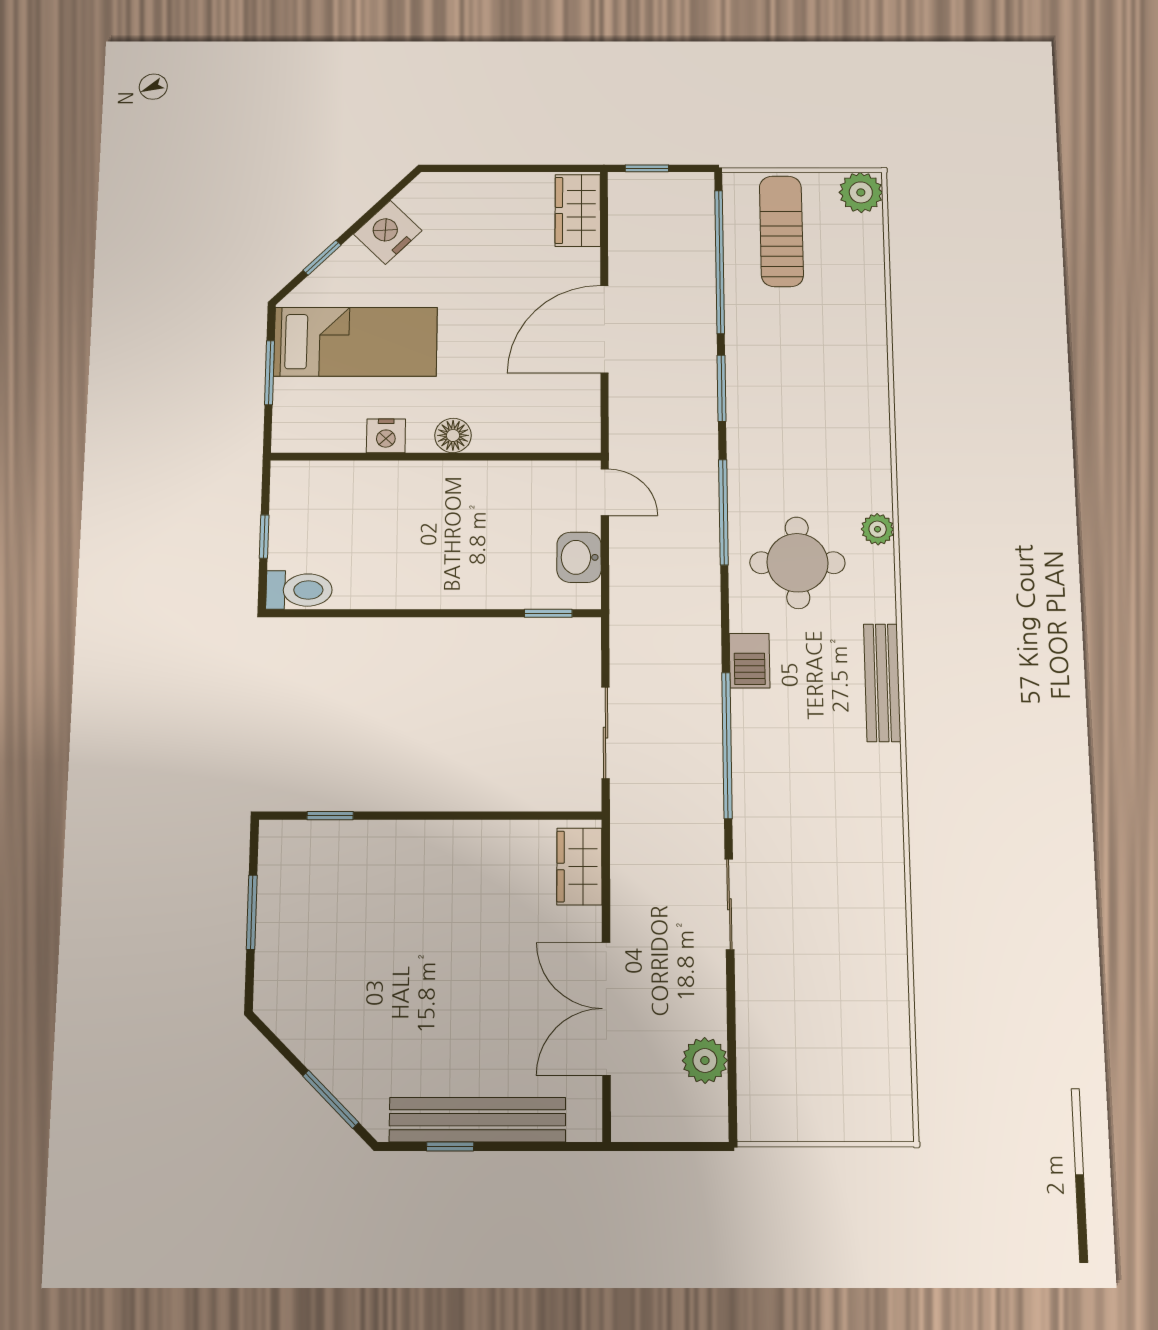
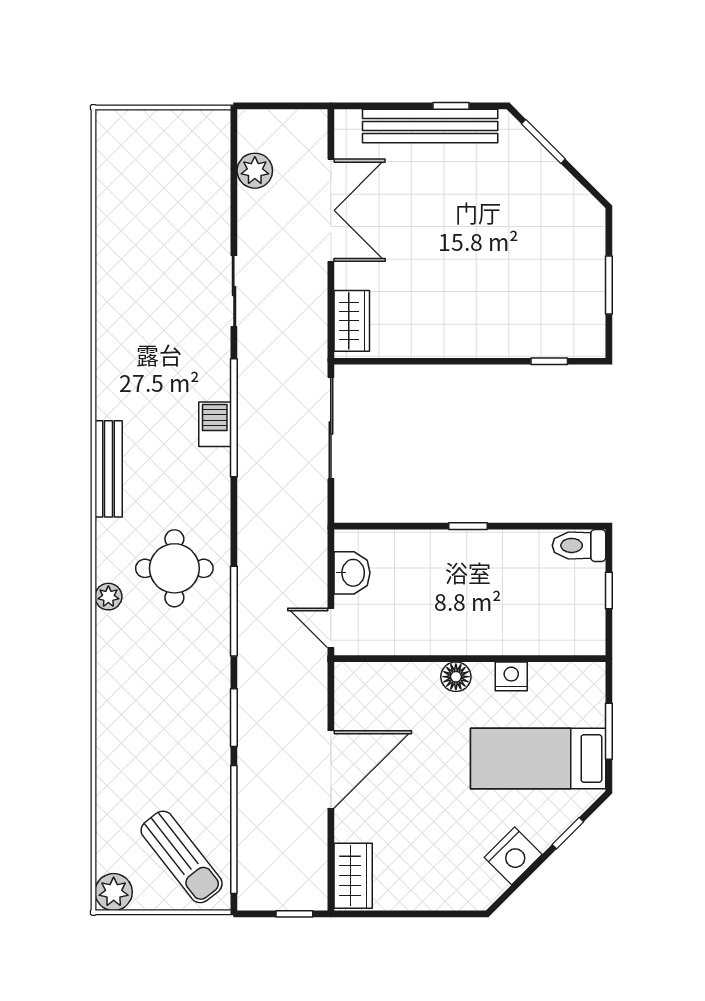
sun lounger: (781, 231) -> (182, 857), turned -38
window: (548, 613) -> (468, 526), moved
barbecue: (750, 661) -> (215, 424), moved
sliding door: (605, 733) -> (331, 428), width x1.37

